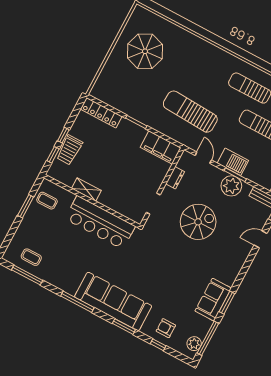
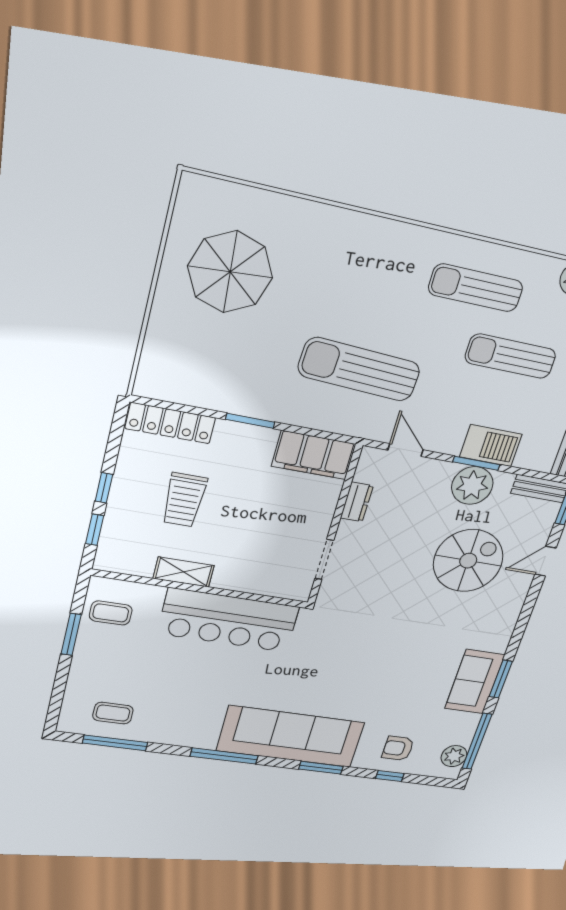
trolley: (69, 150) -> (184, 500), moved
barbecue: (233, 162) -> (491, 446), moved
spiral stairs: (198, 222) -> (468, 561), moved

